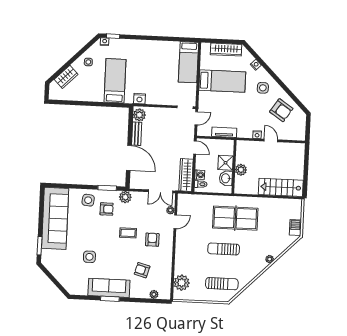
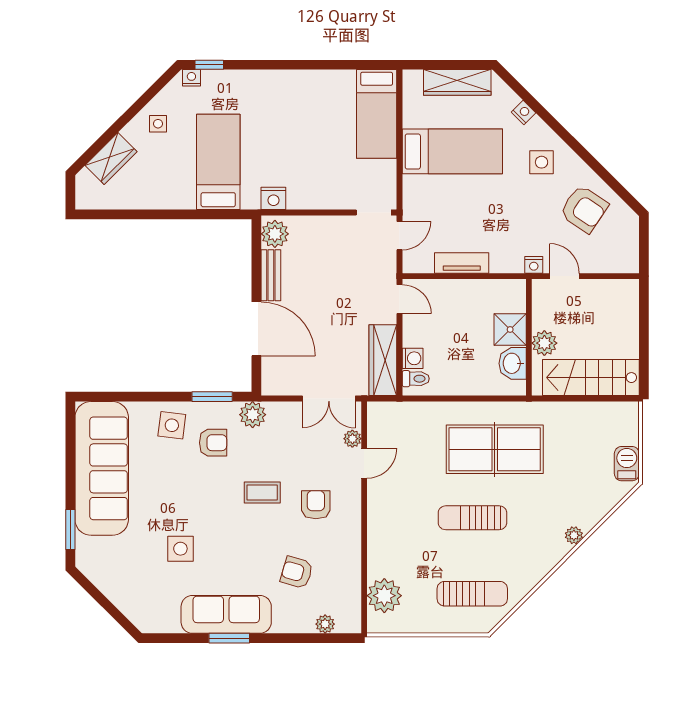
shower: (226, 163) -> (510, 329), moved
wall: (234, 167) -> (529, 337), moved
plant: (241, 170) -> (544, 343), moved
washbasin: (226, 178) -> (513, 363), moved

